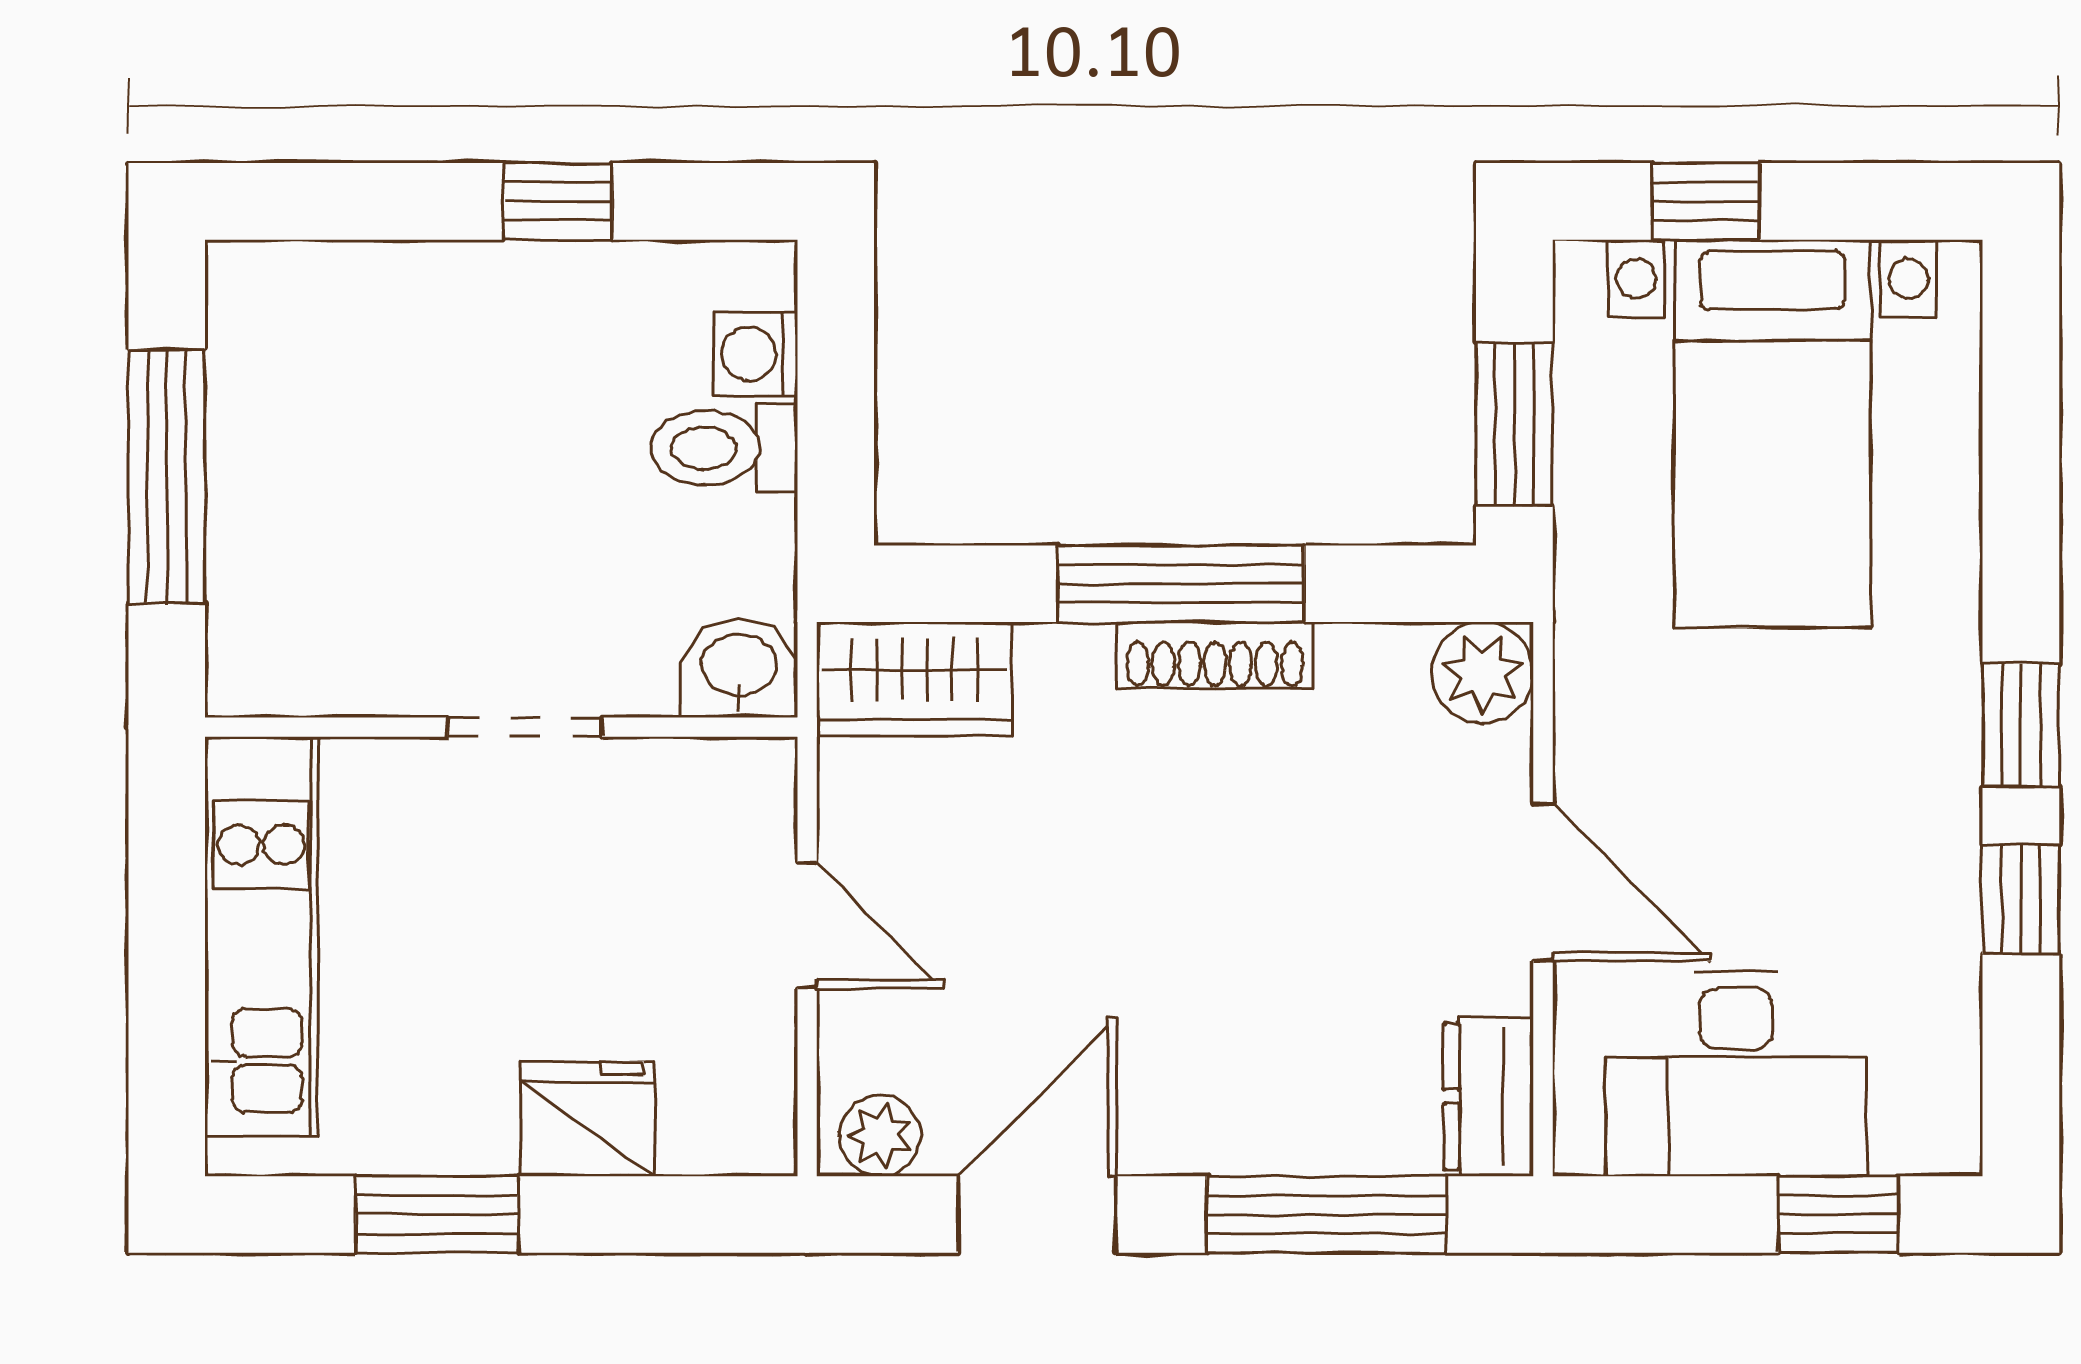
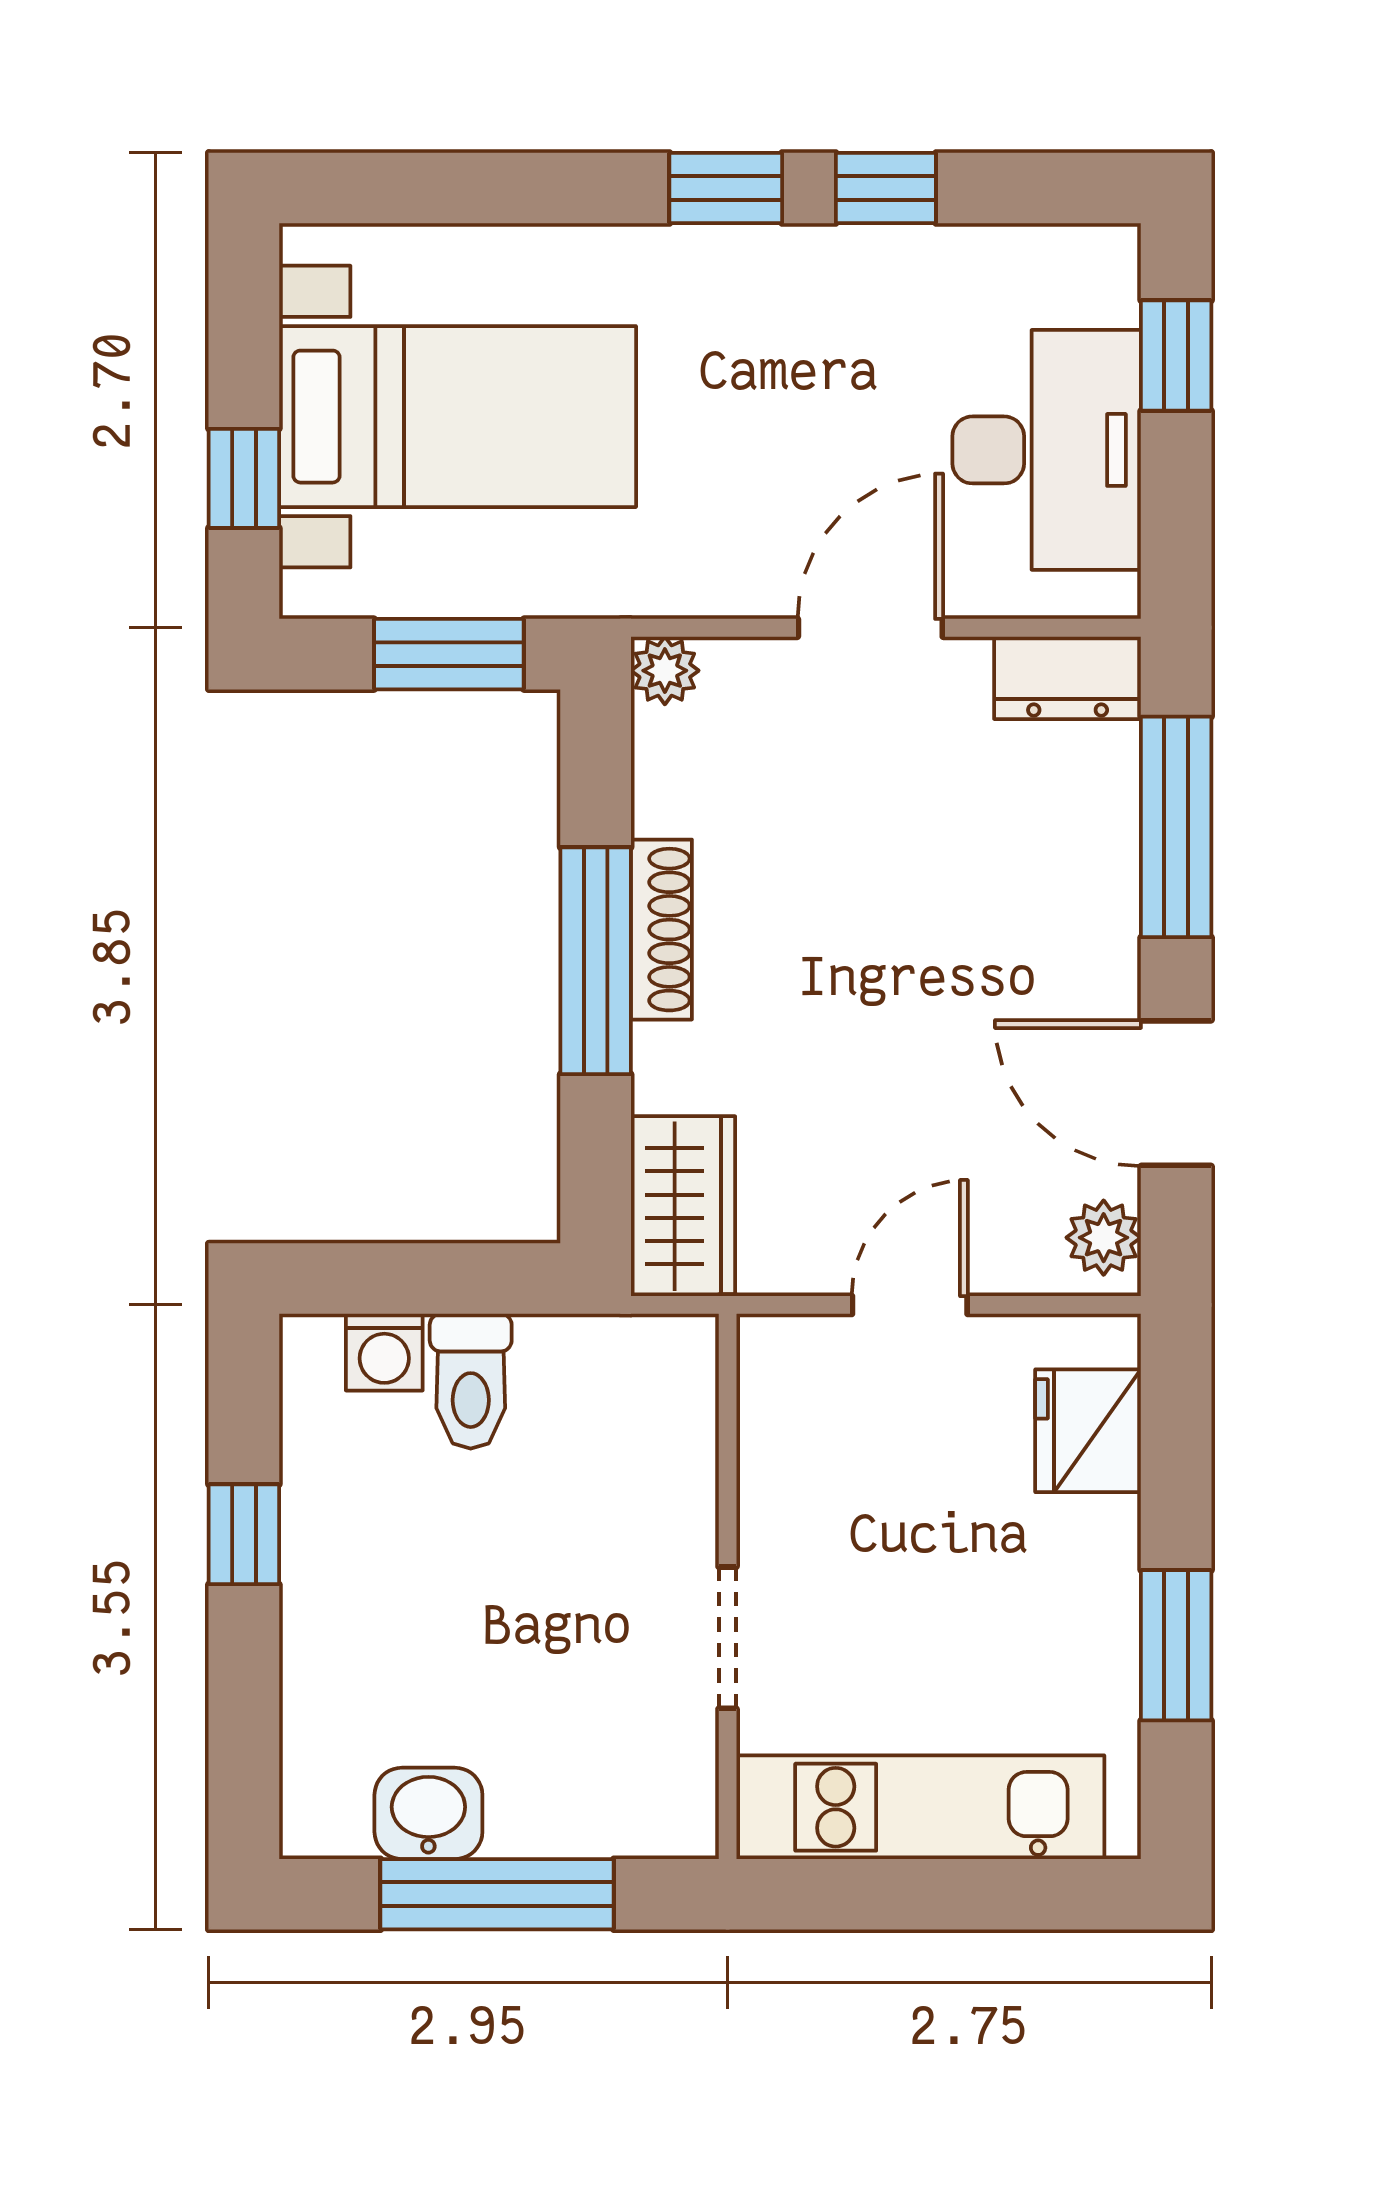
washbasin: (739, 668) -> (428, 1813), moved, turned 90
plant: (1483, 673) -> (665, 671), width x0.73, depth x0.73
doorway: (525, 727) -> (728, 1638), moved
fridge: (587, 1119) -> (1088, 1431), moved

